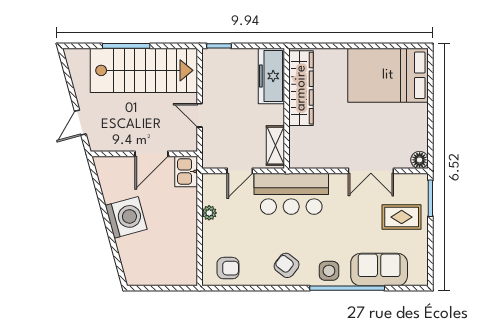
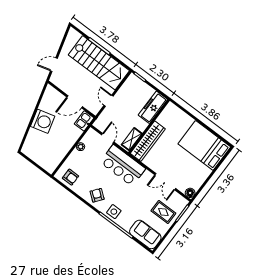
wardrobe: (301, 88) -> (148, 141), moved
door: (240, 171) -> (108, 138), swing flipped
sofa: (379, 270) -> (145, 234), moved

